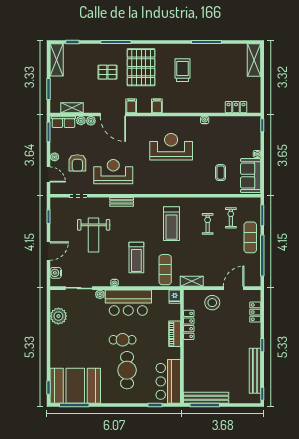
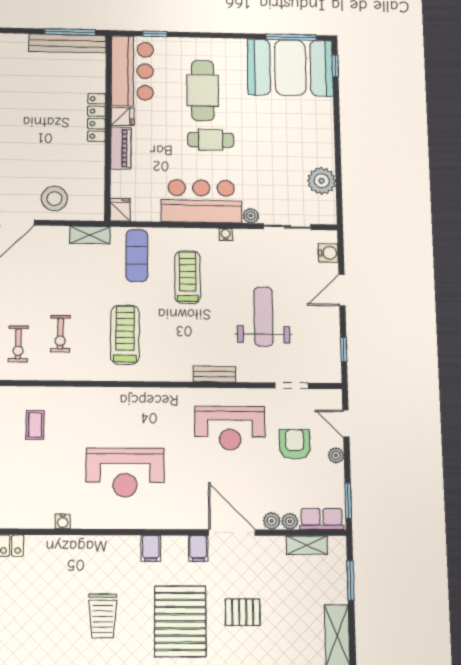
locker: (189, 325) -> (96, 117), moved
fridge: (174, 353) -> (123, 117), added

